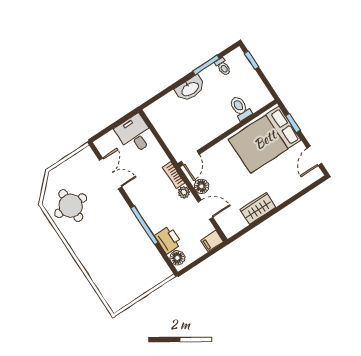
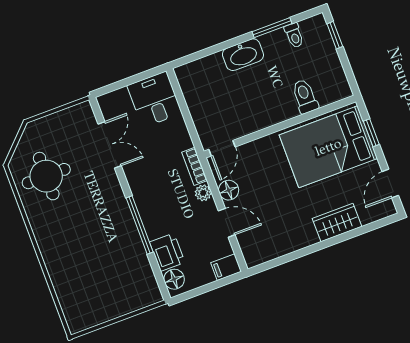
wardrobe: (258, 208) -> (337, 222), moved

